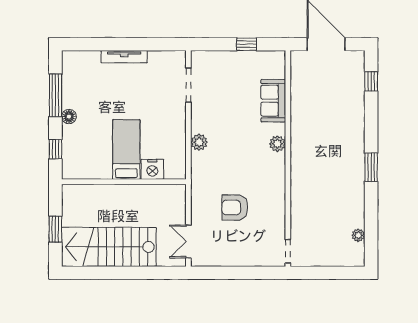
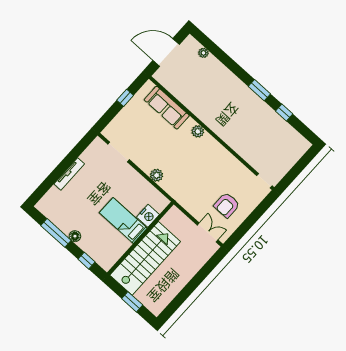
window: (371, 81) -> (284, 112), moved
sofa: (273, 101) -> (167, 108), width x1.36
armchair: (235, 207) -> (227, 205), moved
plant: (358, 235) -> (203, 53), moved
double door: (188, 241) -> (208, 232), swing flipped
stairs: (109, 247) -> (145, 258), moved, turned 180

